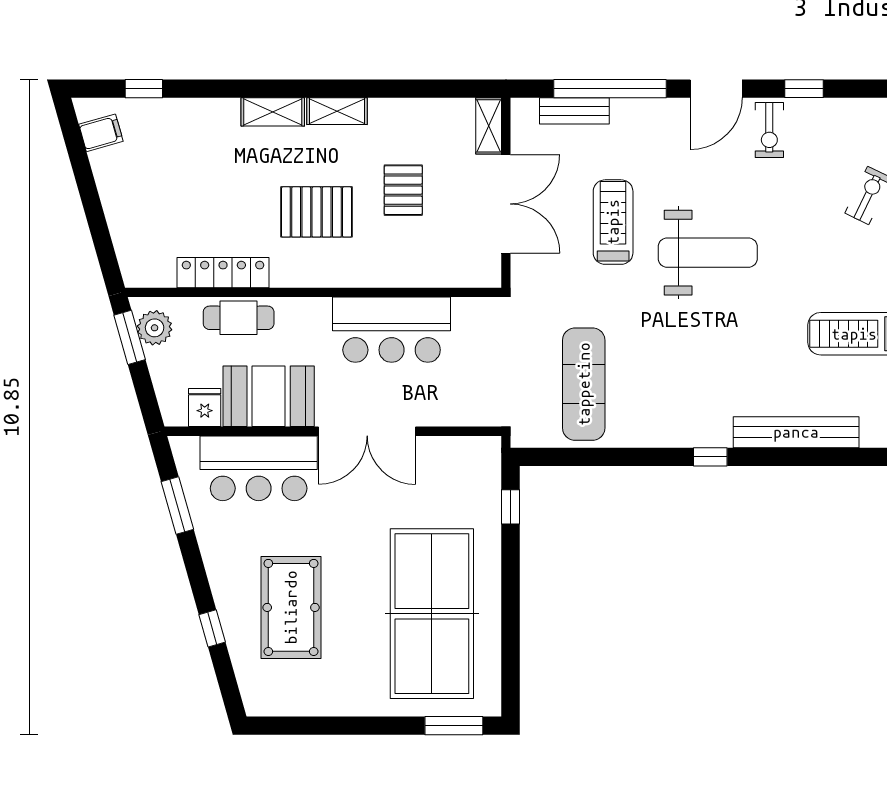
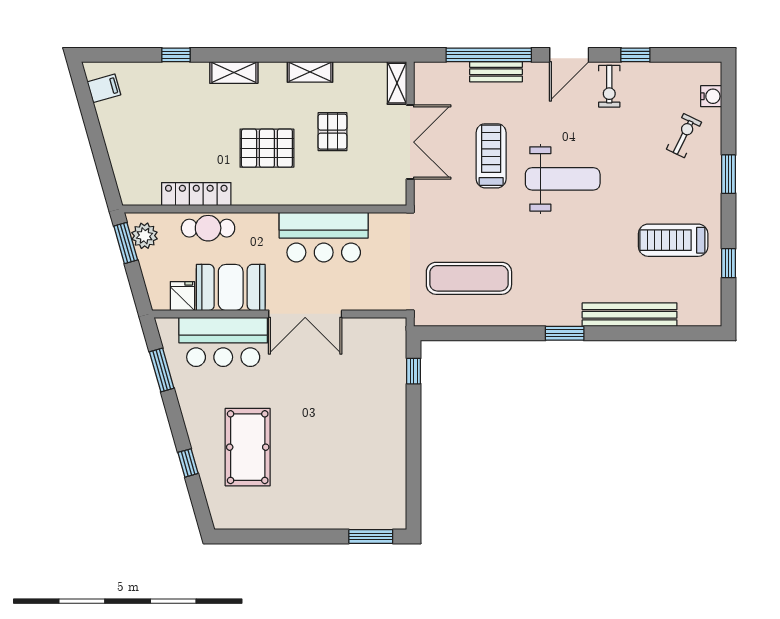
window: (144, 89) -> (176, 55), moved
shelving: (337, 111) -> (310, 72), moved
bench: (574, 111) -> (496, 72), moved
exercise mat: (584, 384) -> (469, 278), turned 90
window: (710, 457) -> (565, 333), width x1.50
table tennis table: (432, 614) -> (354, 452), removed

